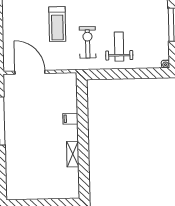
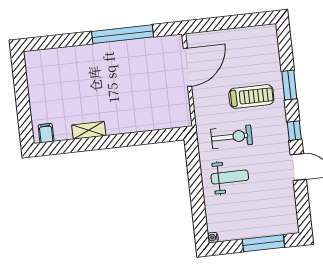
treadmill: (57, 24) -> (251, 96), turned 180
filing cabinet: (70, 119) -> (46, 133), moved

